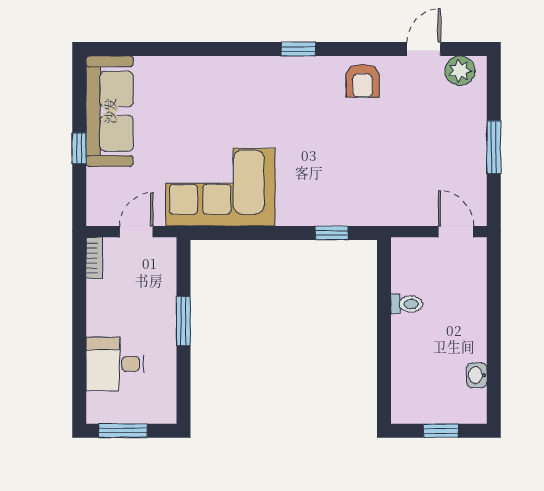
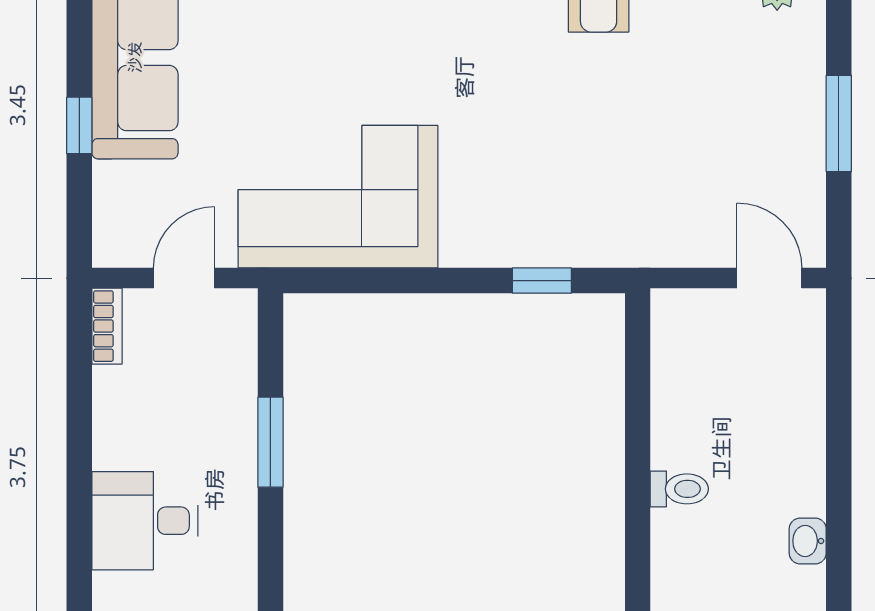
toilet: (407, 304) -> (679, 489), moved

